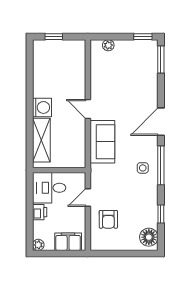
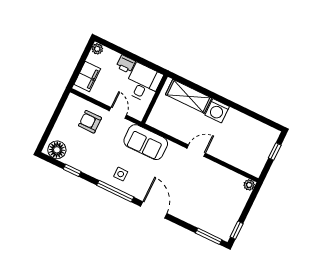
plant: (108, 45) -> (249, 185), moved
sofa: (102, 142) -> (146, 142), moved

